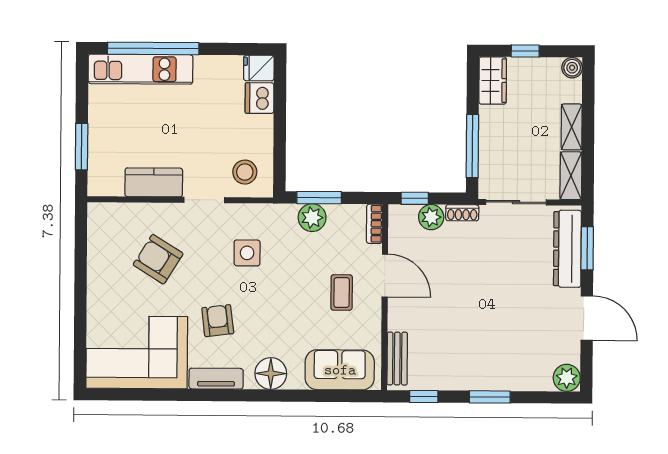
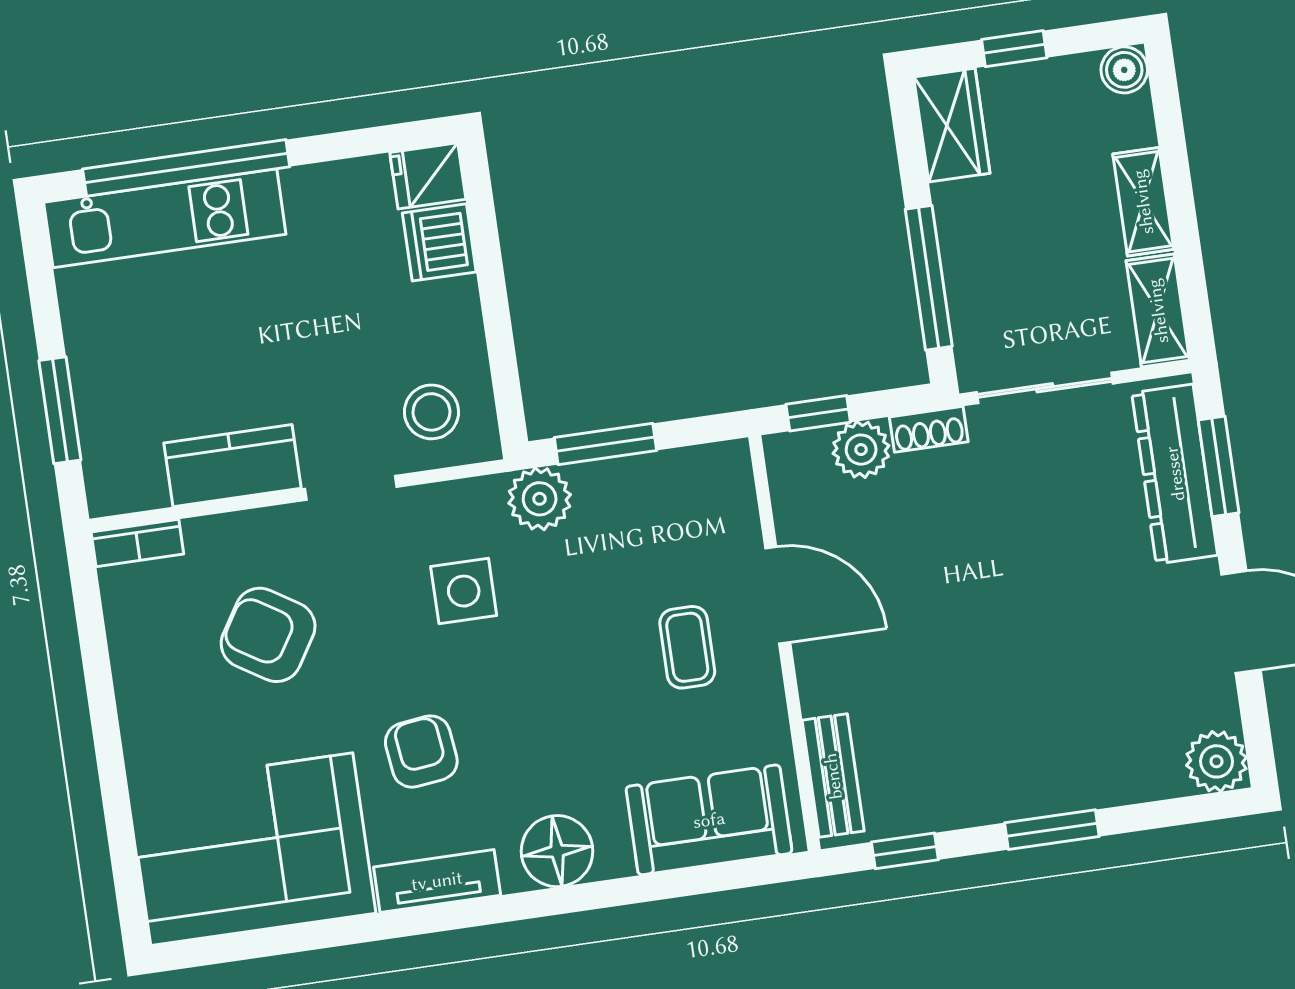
plant: (312, 218) -> (540, 499), moved
bookcase: (374, 224) -> (137, 543), moved, turned -90

